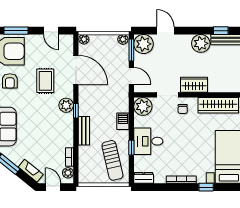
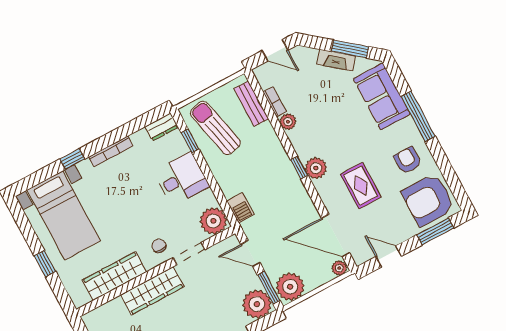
plant: (123, 39) -> (290, 287), width x1.88, depth x1.88
door: (76, 70) -> (336, 236), moved
wardrobe: (194, 85) -> (152, 291), width x1.50
barbecue: (123, 121) -> (240, 208), moved
bench: (84, 131) -> (251, 104), moved
window: (131, 148) -> (190, 141), moved
fireplace: (31, 171) -> (336, 60), moved
plant: (68, 173) -> (288, 122), moved

